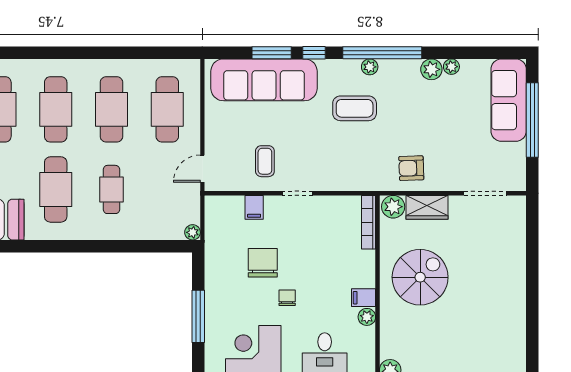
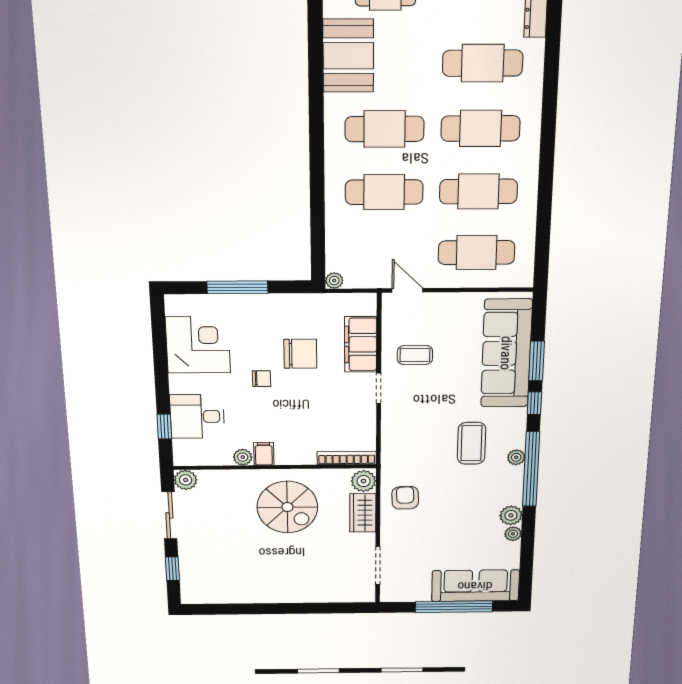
cafe table: (111, 189) -> (384, 192), width x1.37, depth x1.35
filing cabinet: (254, 207) -> (361, 344), width x3.00, depth x1.17

